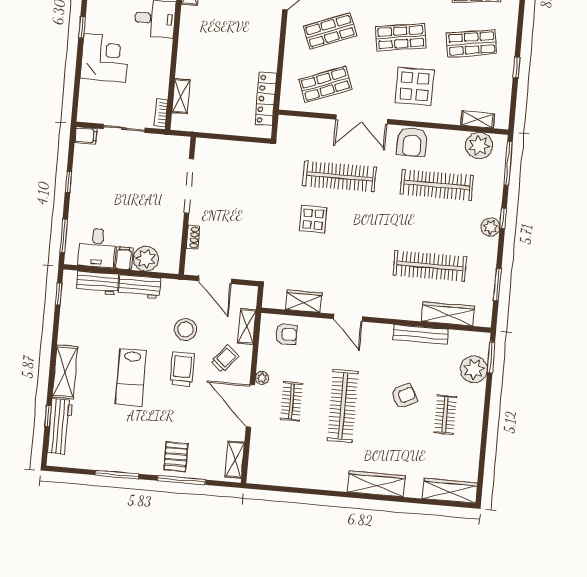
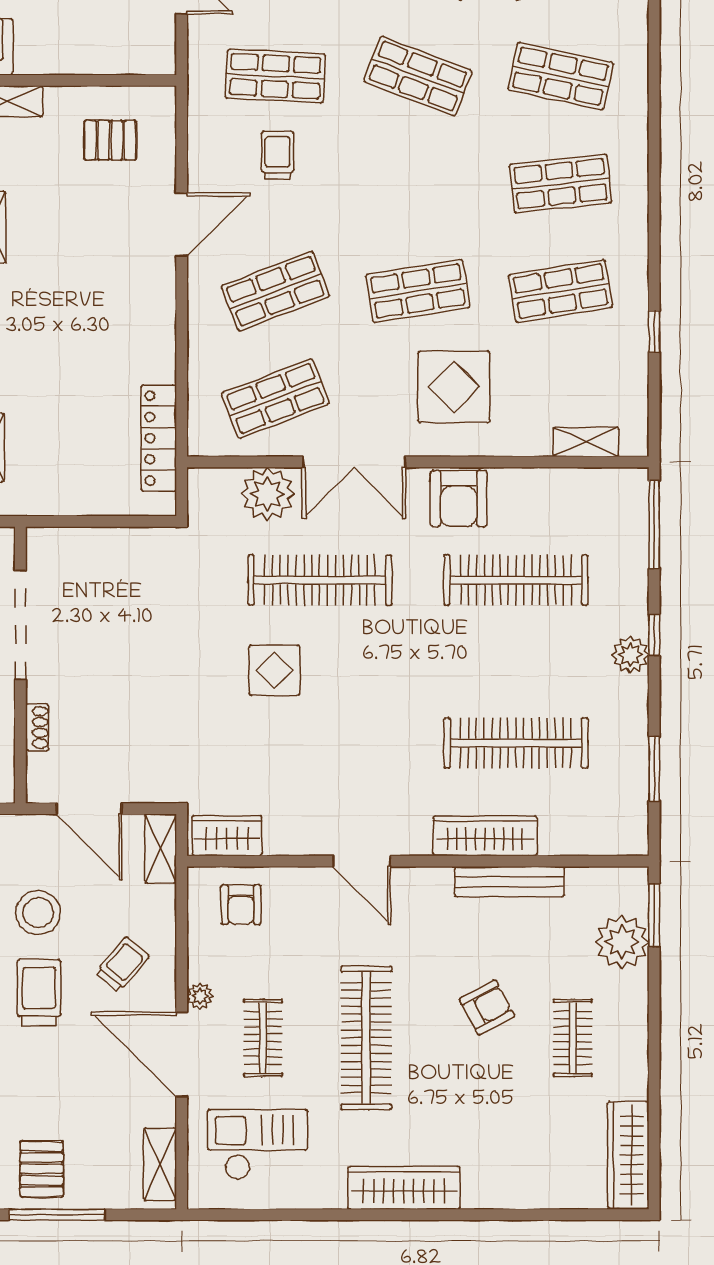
plant: (479, 146) -> (267, 494), moved
wardrobe: (304, 301) -> (227, 836), moved
wardrobe: (448, 314) -> (485, 836), moved
shelving: (247, 326) -> (161, 849), moved
armchair: (286, 334) -> (241, 905), turned 90
checkout: (284, 454) -> (258, 1145), added
wardrobe: (376, 484) -> (404, 1188), moved
wardrobe: (450, 491) -> (628, 1155), moved, turned -90

